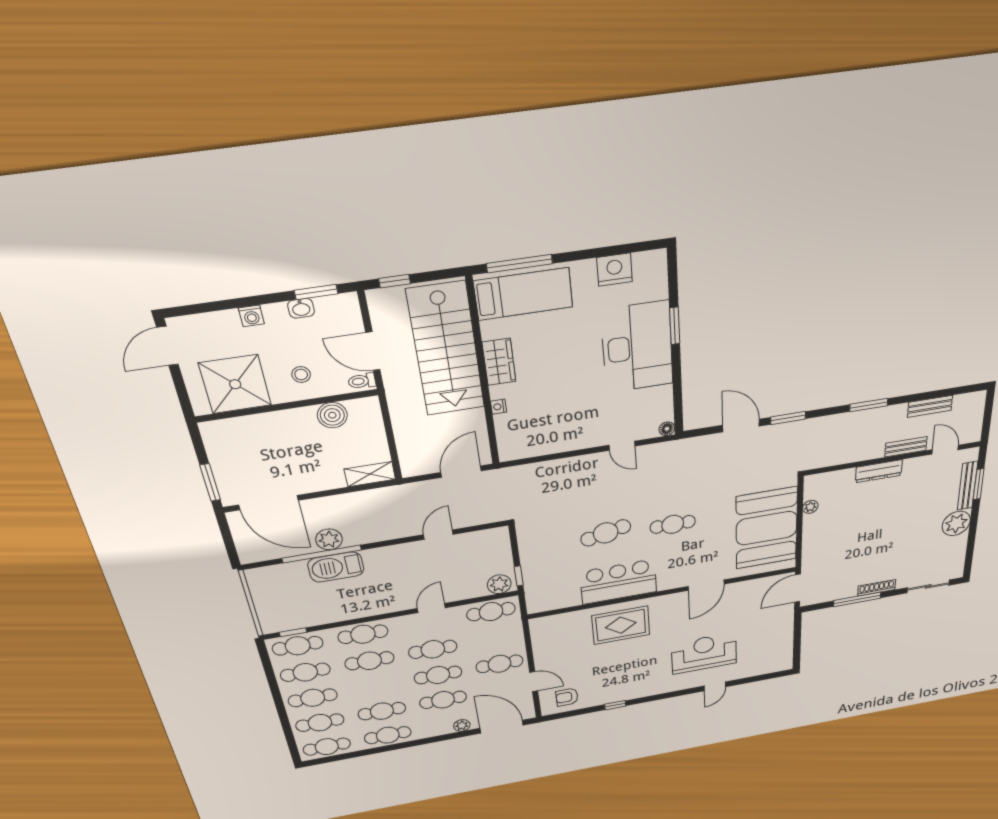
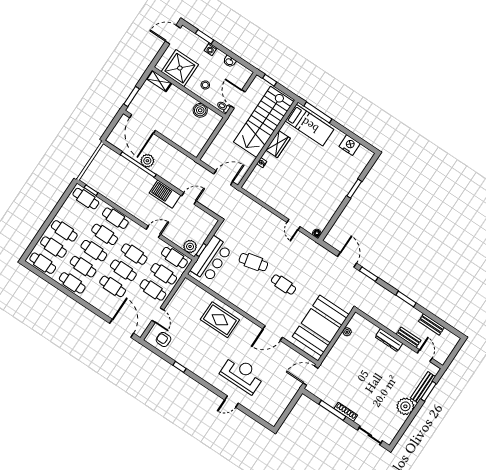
window: (316, 292) -> (204, 37), moved
desk: (637, 347) -> (333, 185), removed
shelving: (370, 474) -> (159, 81), moved
barbecue: (336, 567) -> (165, 194), moved
bar counter: (618, 582) -> (211, 259), moved, turned 90
cafe table: (495, 638) -> (164, 274), added
cafe table: (305, 672) -> (94, 251), moved
plant: (462, 725) -> (106, 310), removed

